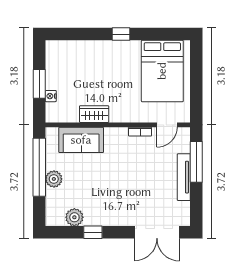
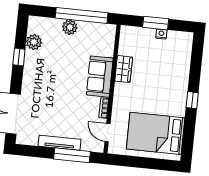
nightstand: (51, 96) -> (161, 34), moved
sofa: (81, 140) -> (100, 77), moved

